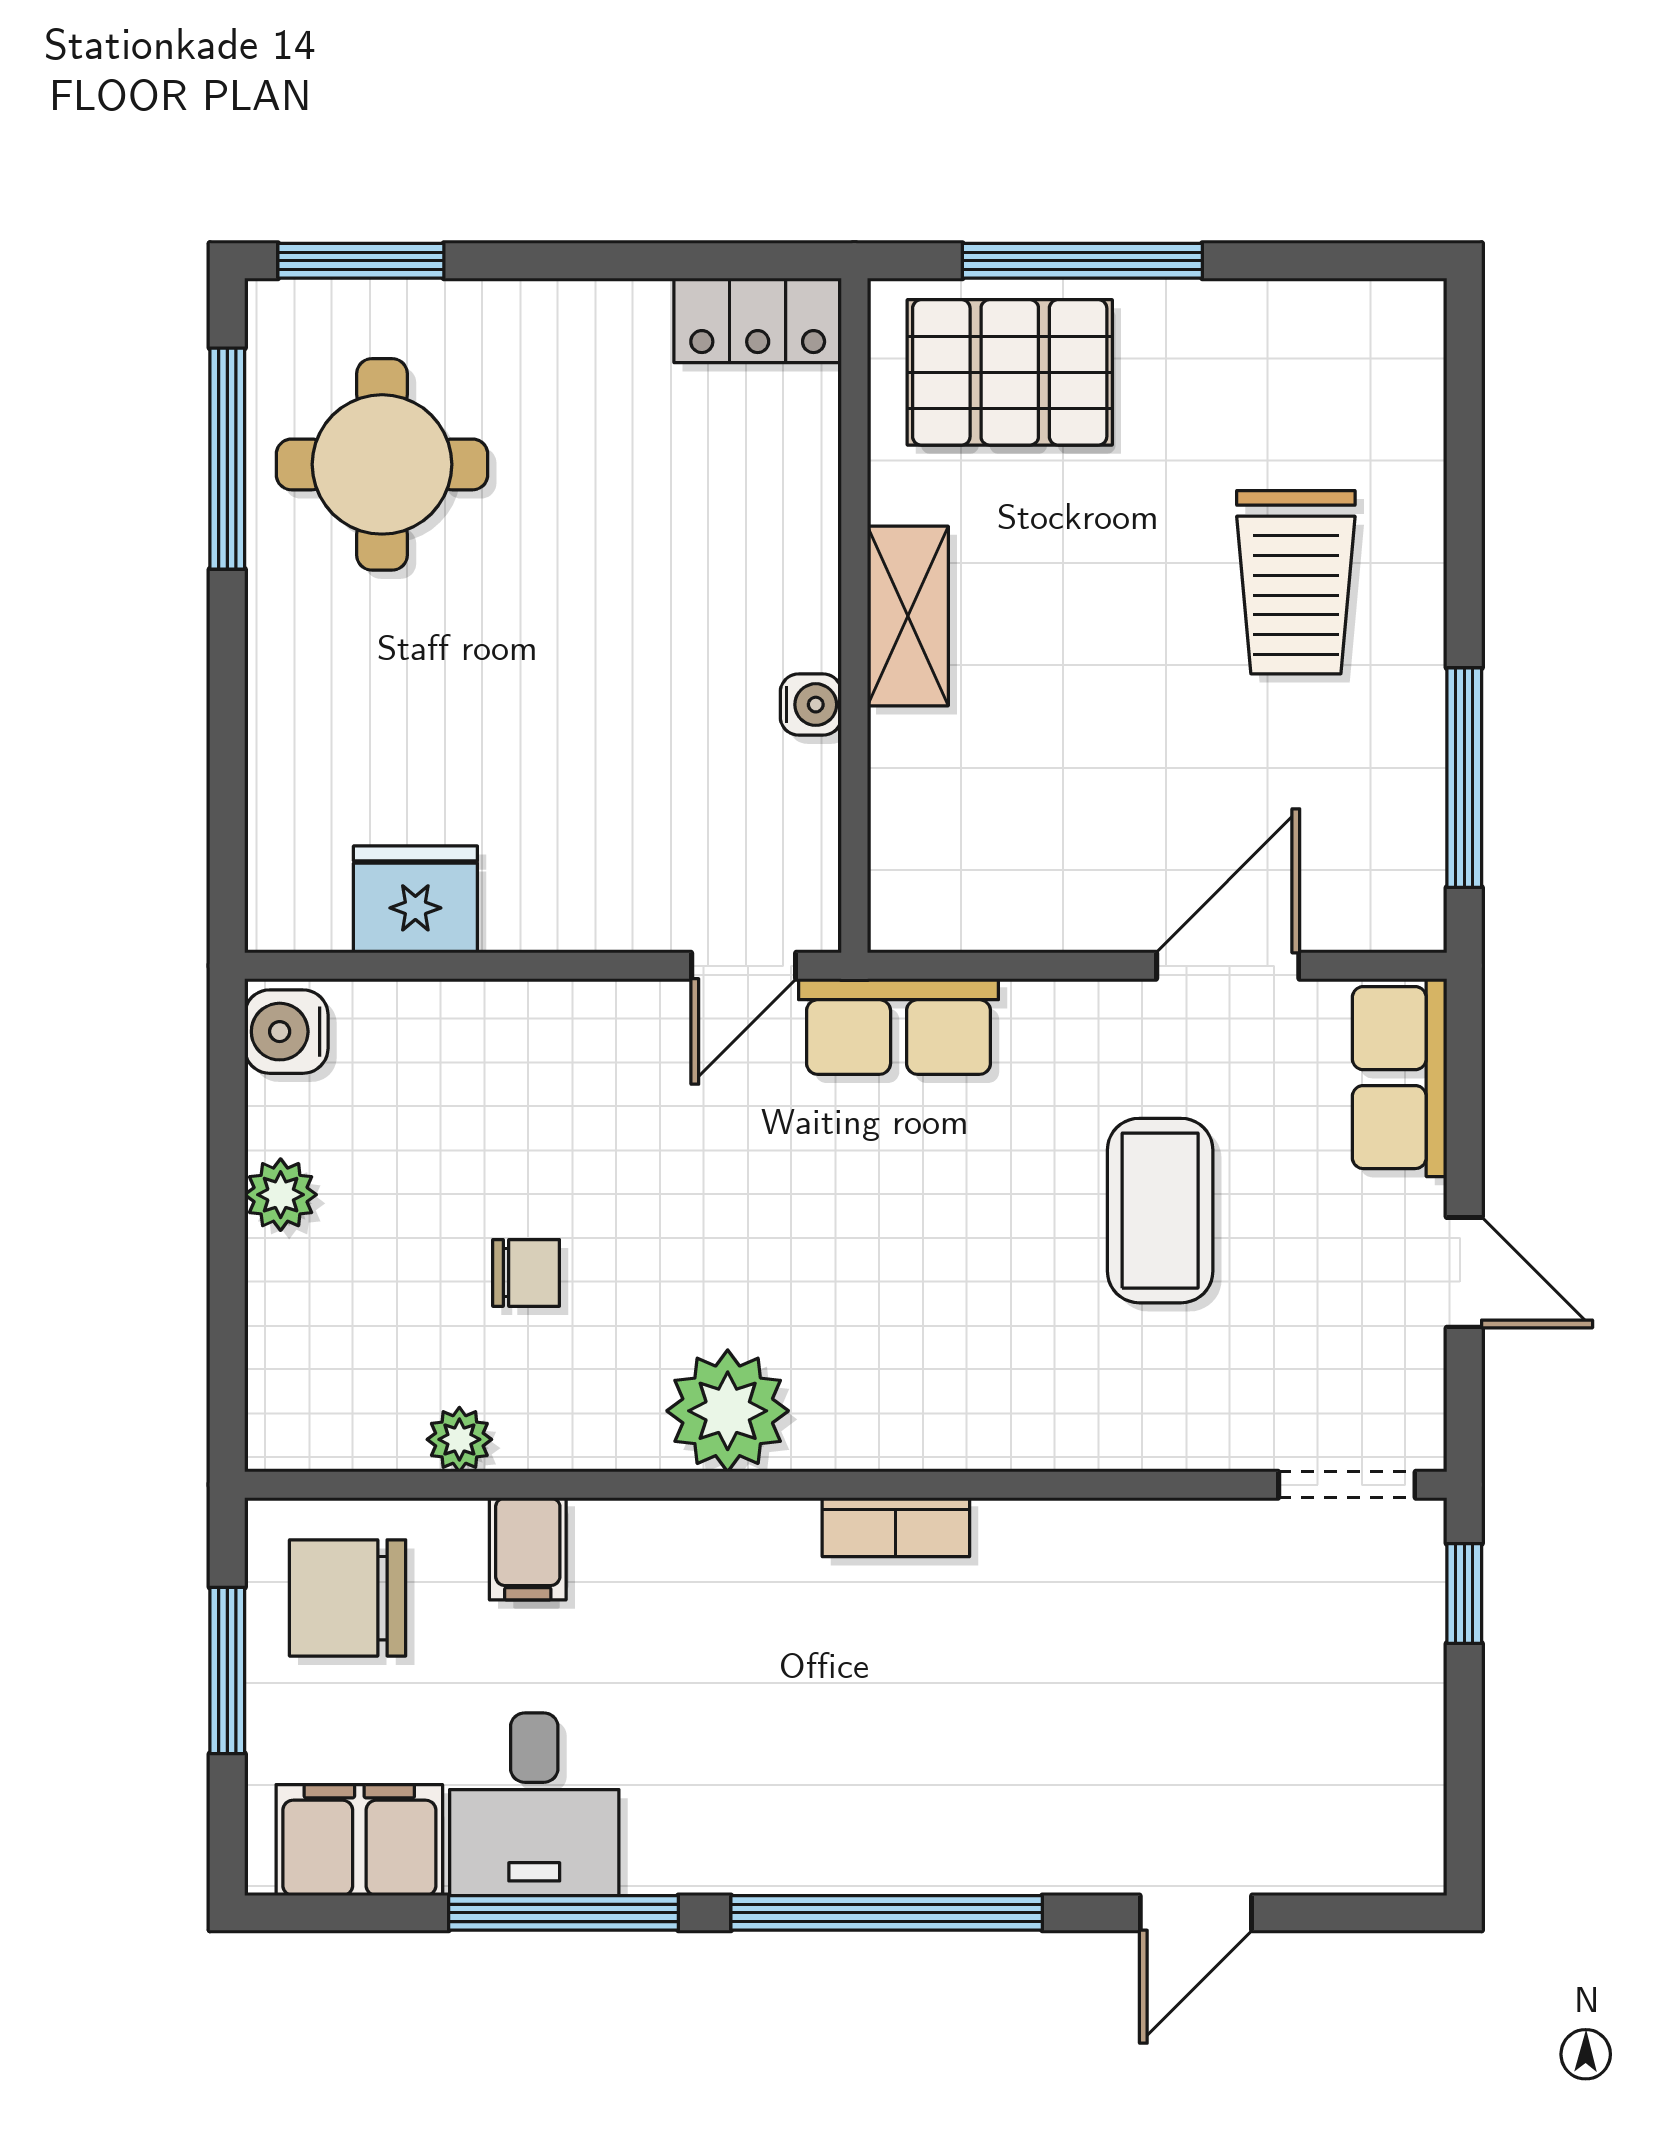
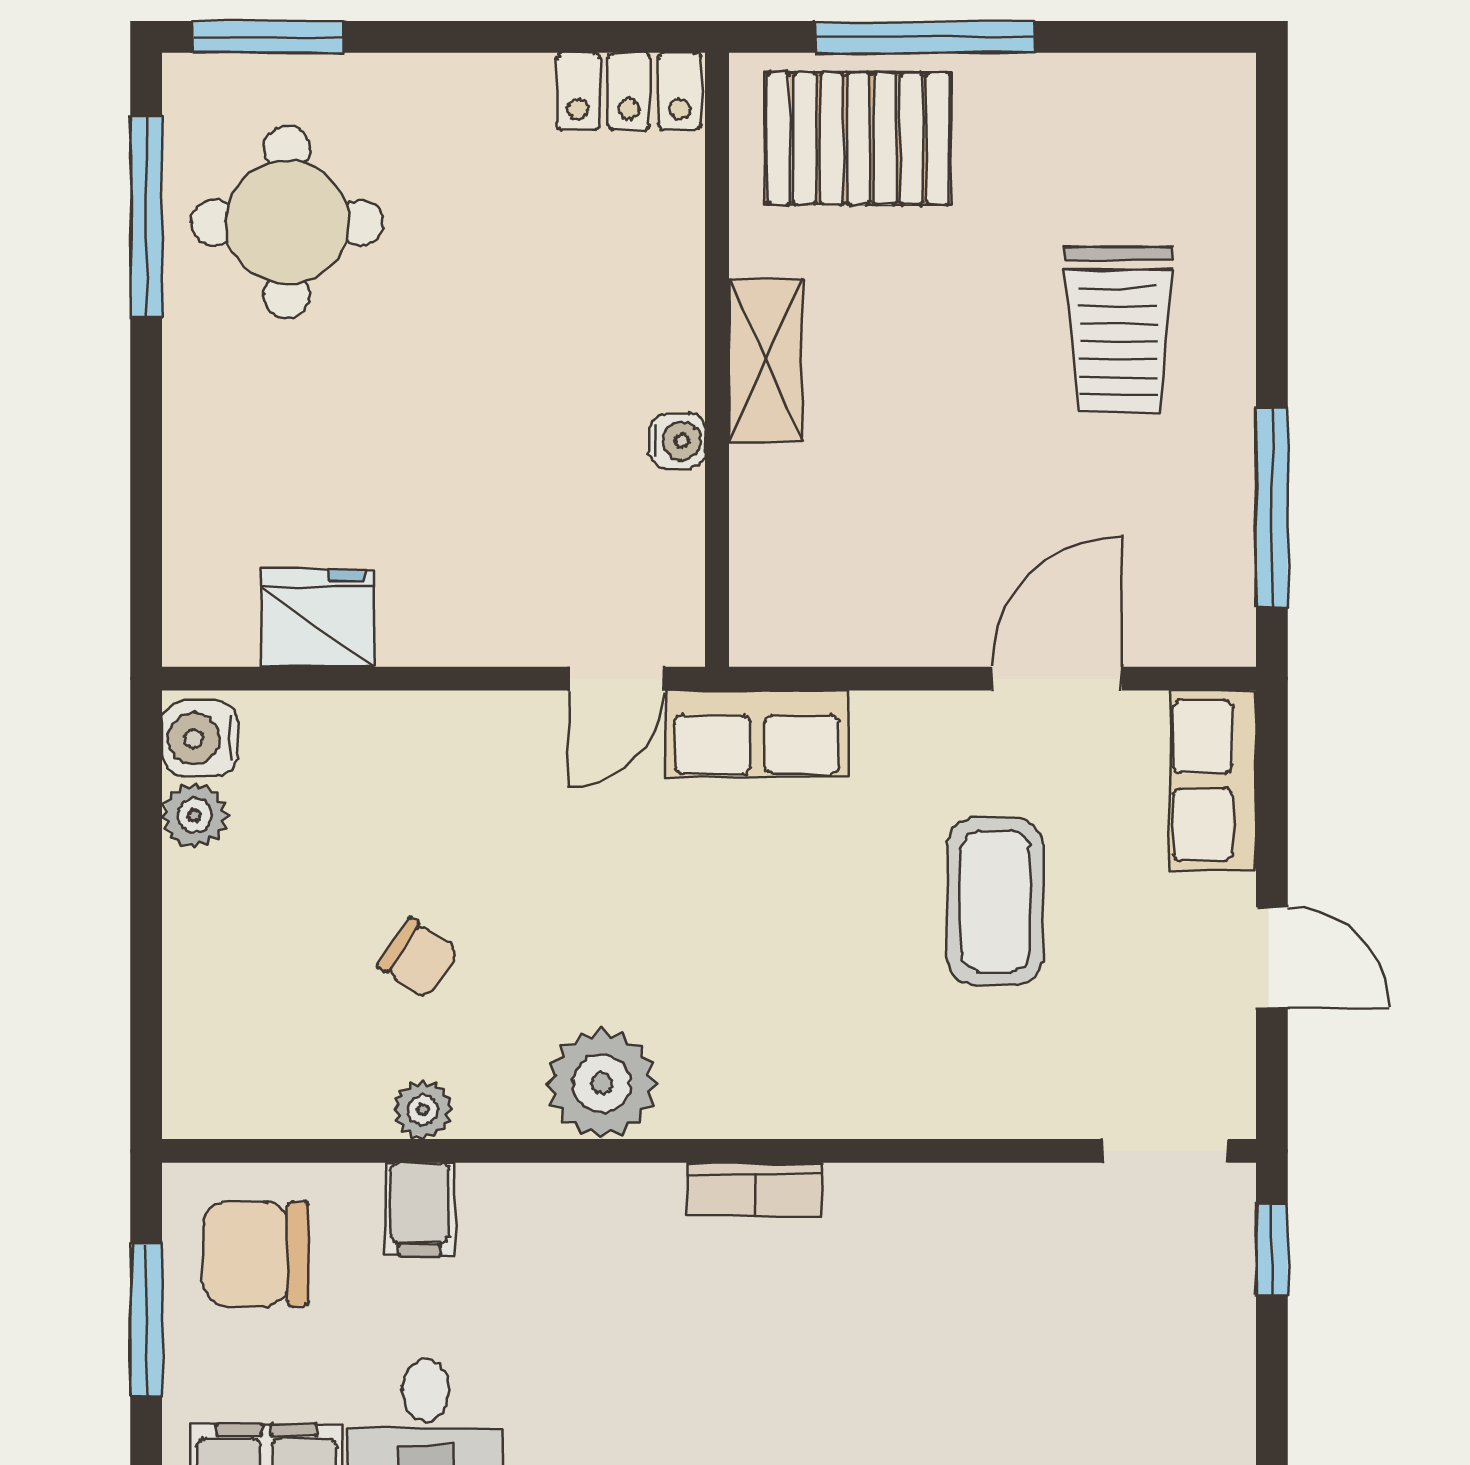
plant: (281, 1195) -> (195, 815), moved
chair: (526, 1273) -> (418, 958), turned 34
plant: (459, 1439) -> (423, 1110), moved

